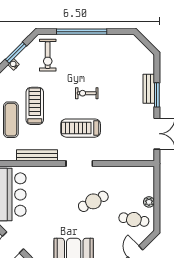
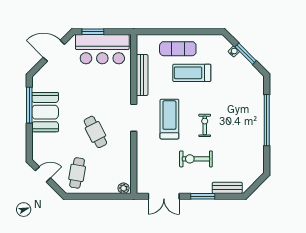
exercise bike: (48, 55) -> (196, 159), moved
bench: (149, 89) -> (227, 188), moved
treadmill: (35, 106) -> (192, 73), turned 180
plant: (149, 202) -> (123, 188), moved

